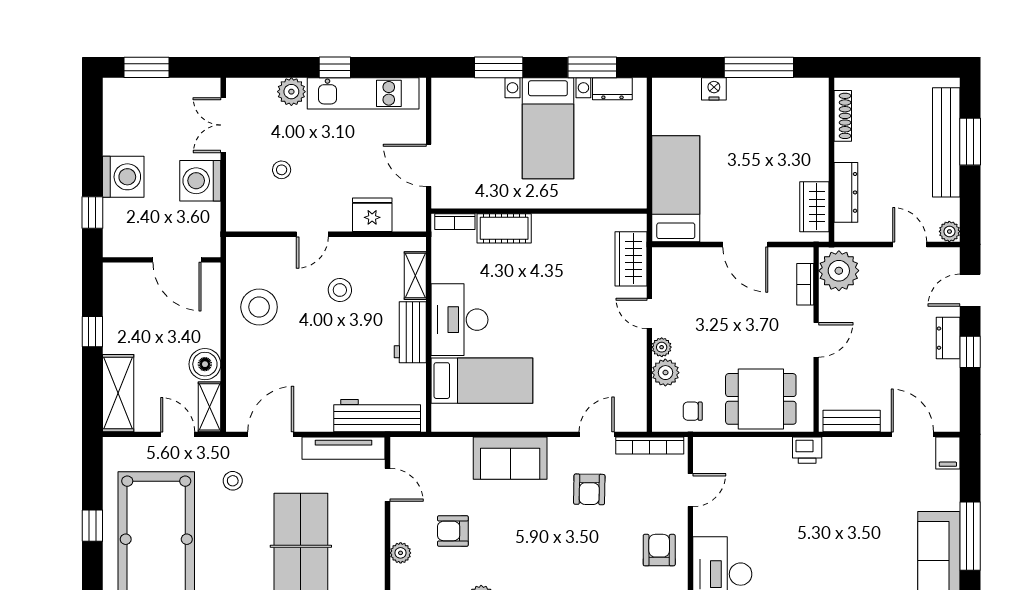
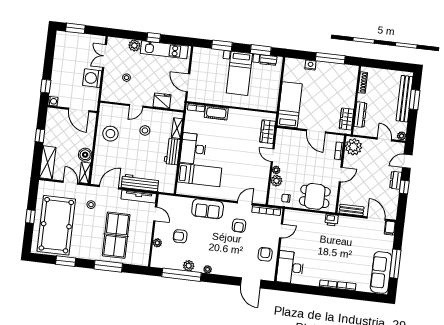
washing machine: (123, 177) -> (53, 101), moved, width x0.53, depth x0.53
workbench: (377, 416) -> (140, 183), moved

